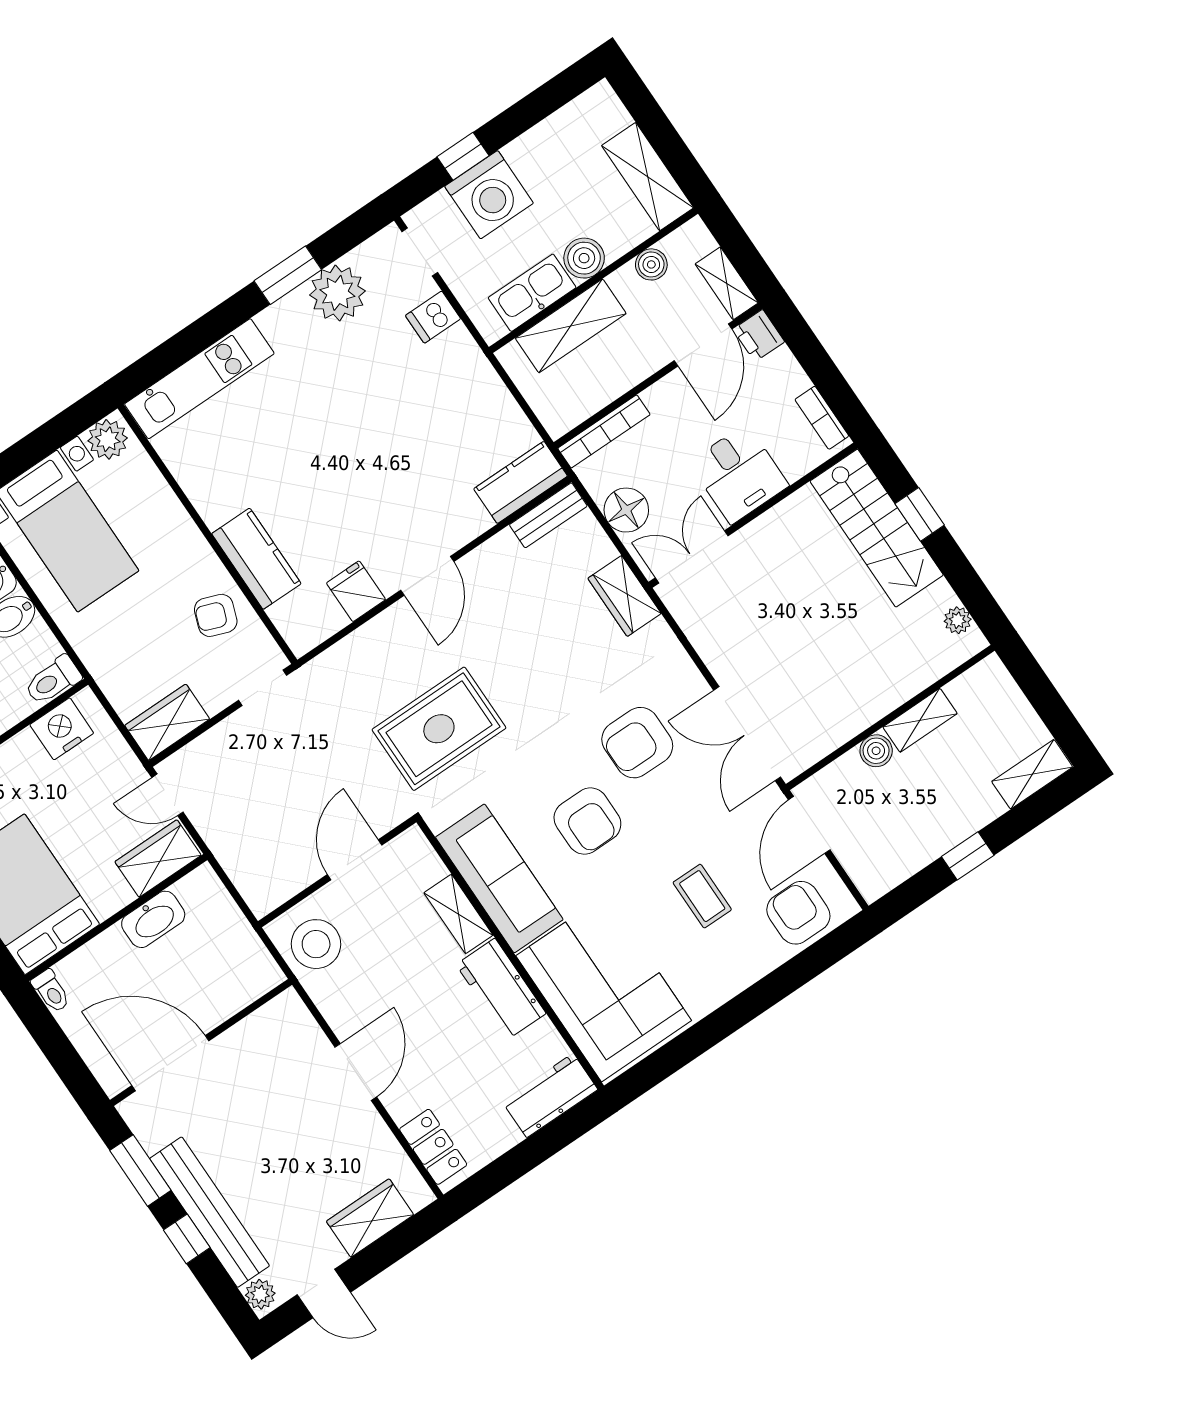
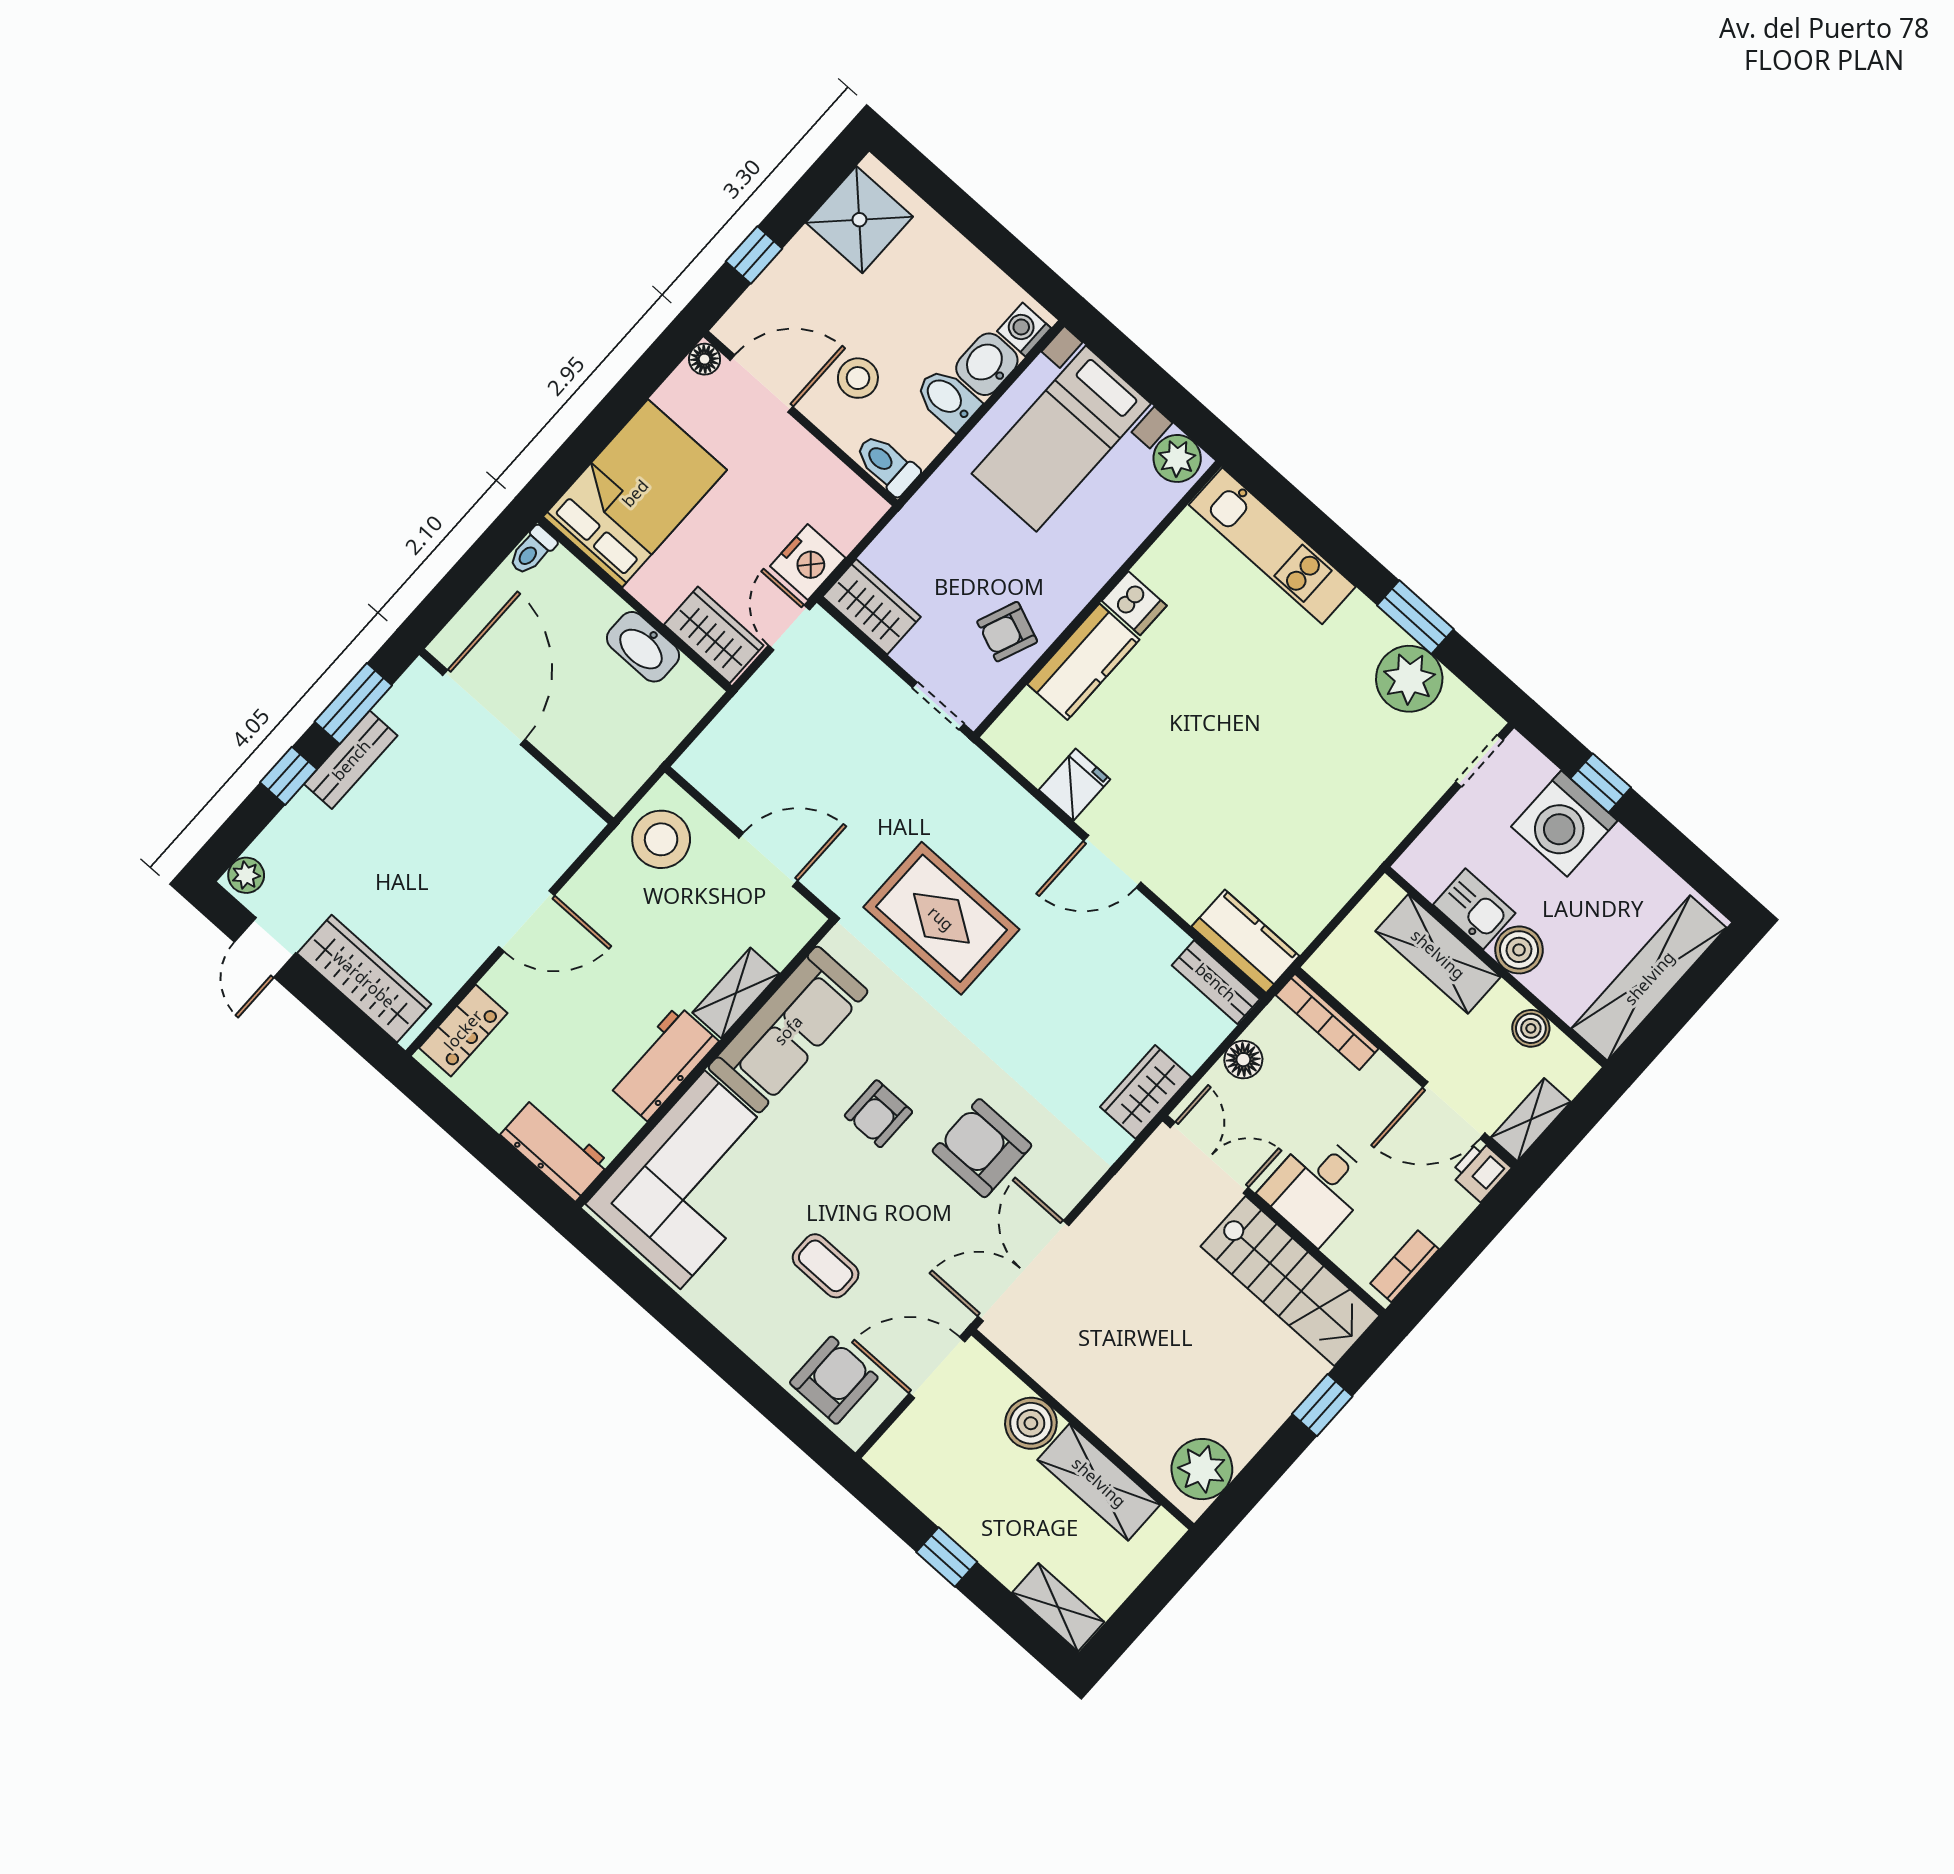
shelving: (648, 177) -> (1649, 978), width x1.47
kitchen sink: (532, 293) -> (1474, 909), width x0.73
dishwasher: (433, 317) -> (1134, 603), moved, turned 180
floor lamp: (626, 510) -> (1243, 1060), width x0.73, depth x0.73
stairs: (877, 528) -> (1290, 1281), moved, turned -90
armchair: (216, 615) -> (1007, 632), turned -88
plant: (958, 620) -> (1202, 1469), width x1.88, depth x1.88
shelving: (920, 720) -> (1099, 1482), width x1.50, depth x1.33
nightstand: (62, 729) -> (808, 562), moved, turned 90
boiler: (876, 751) -> (1031, 1423), width x1.36, depth x1.36
armchair: (587, 821) -> (878, 1114), width x0.72, depth x0.72
coffee table: (702, 896) -> (826, 1266), turned 90
bench: (210, 1212) -> (351, 760), width x0.54, depth x0.82
wardrobe: (370, 1218) -> (364, 979), width x1.50

